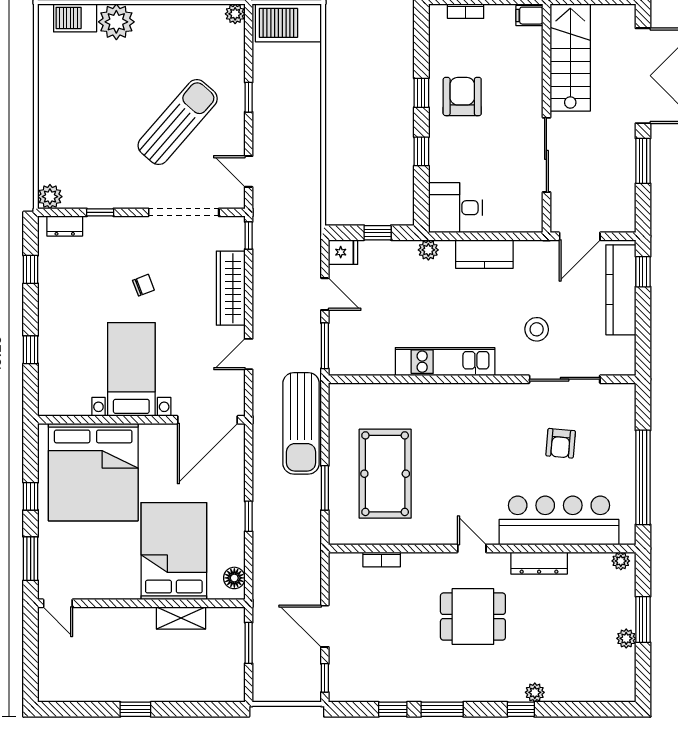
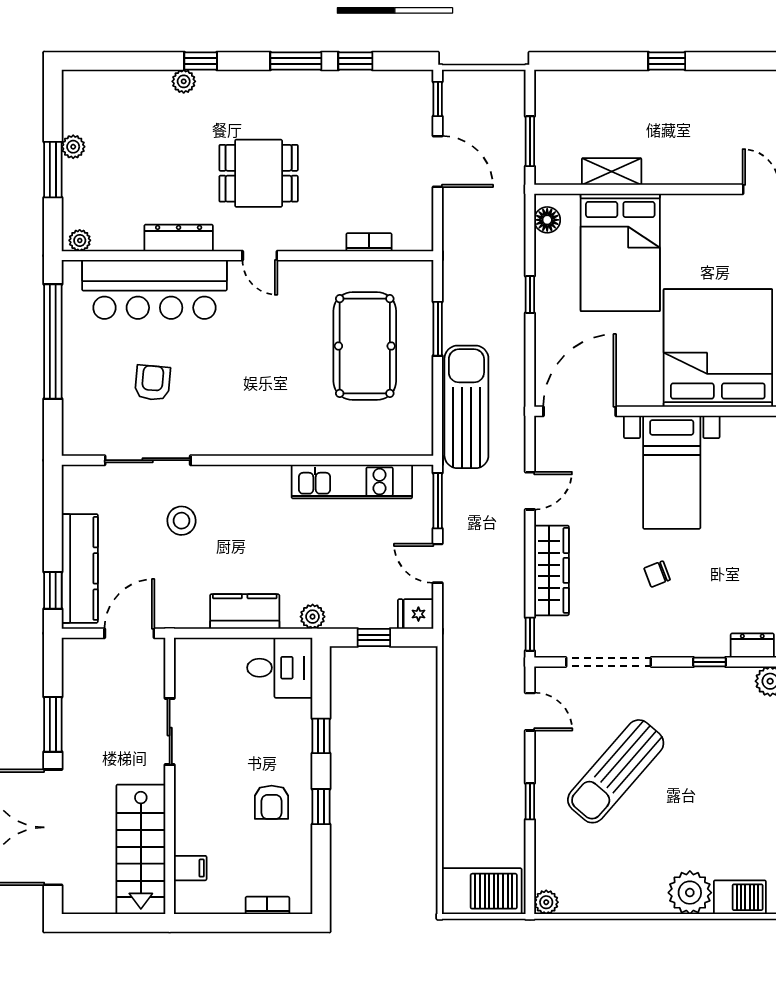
filing cabinet: (529, 16) -> (190, 868), moved
armchair: (462, 96) -> (272, 802), width x0.72, depth x0.72
sliding door: (546, 155) -> (170, 732), width x0.73
kitchen unit: (445, 362) -> (352, 482), moved

